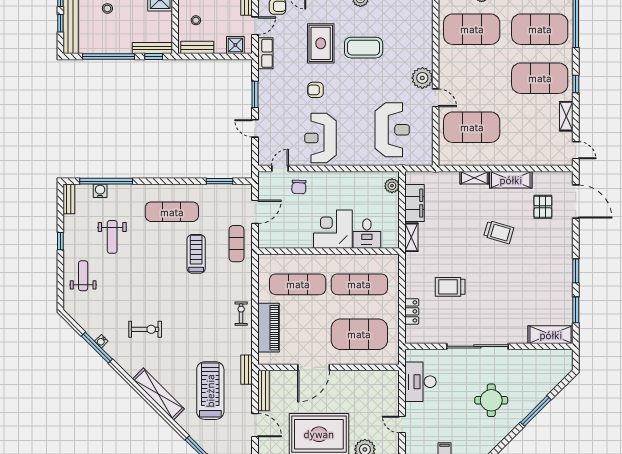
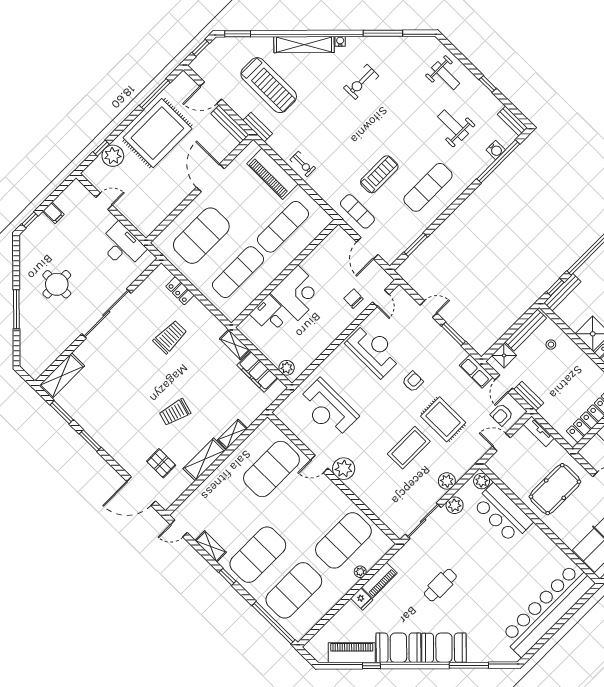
bench: (197, 47) -> (526, 330), width x1.36
treadmill: (196, 254) -> (379, 174), turned -90
water cooler: (101, 341) -> (340, 41), moved

